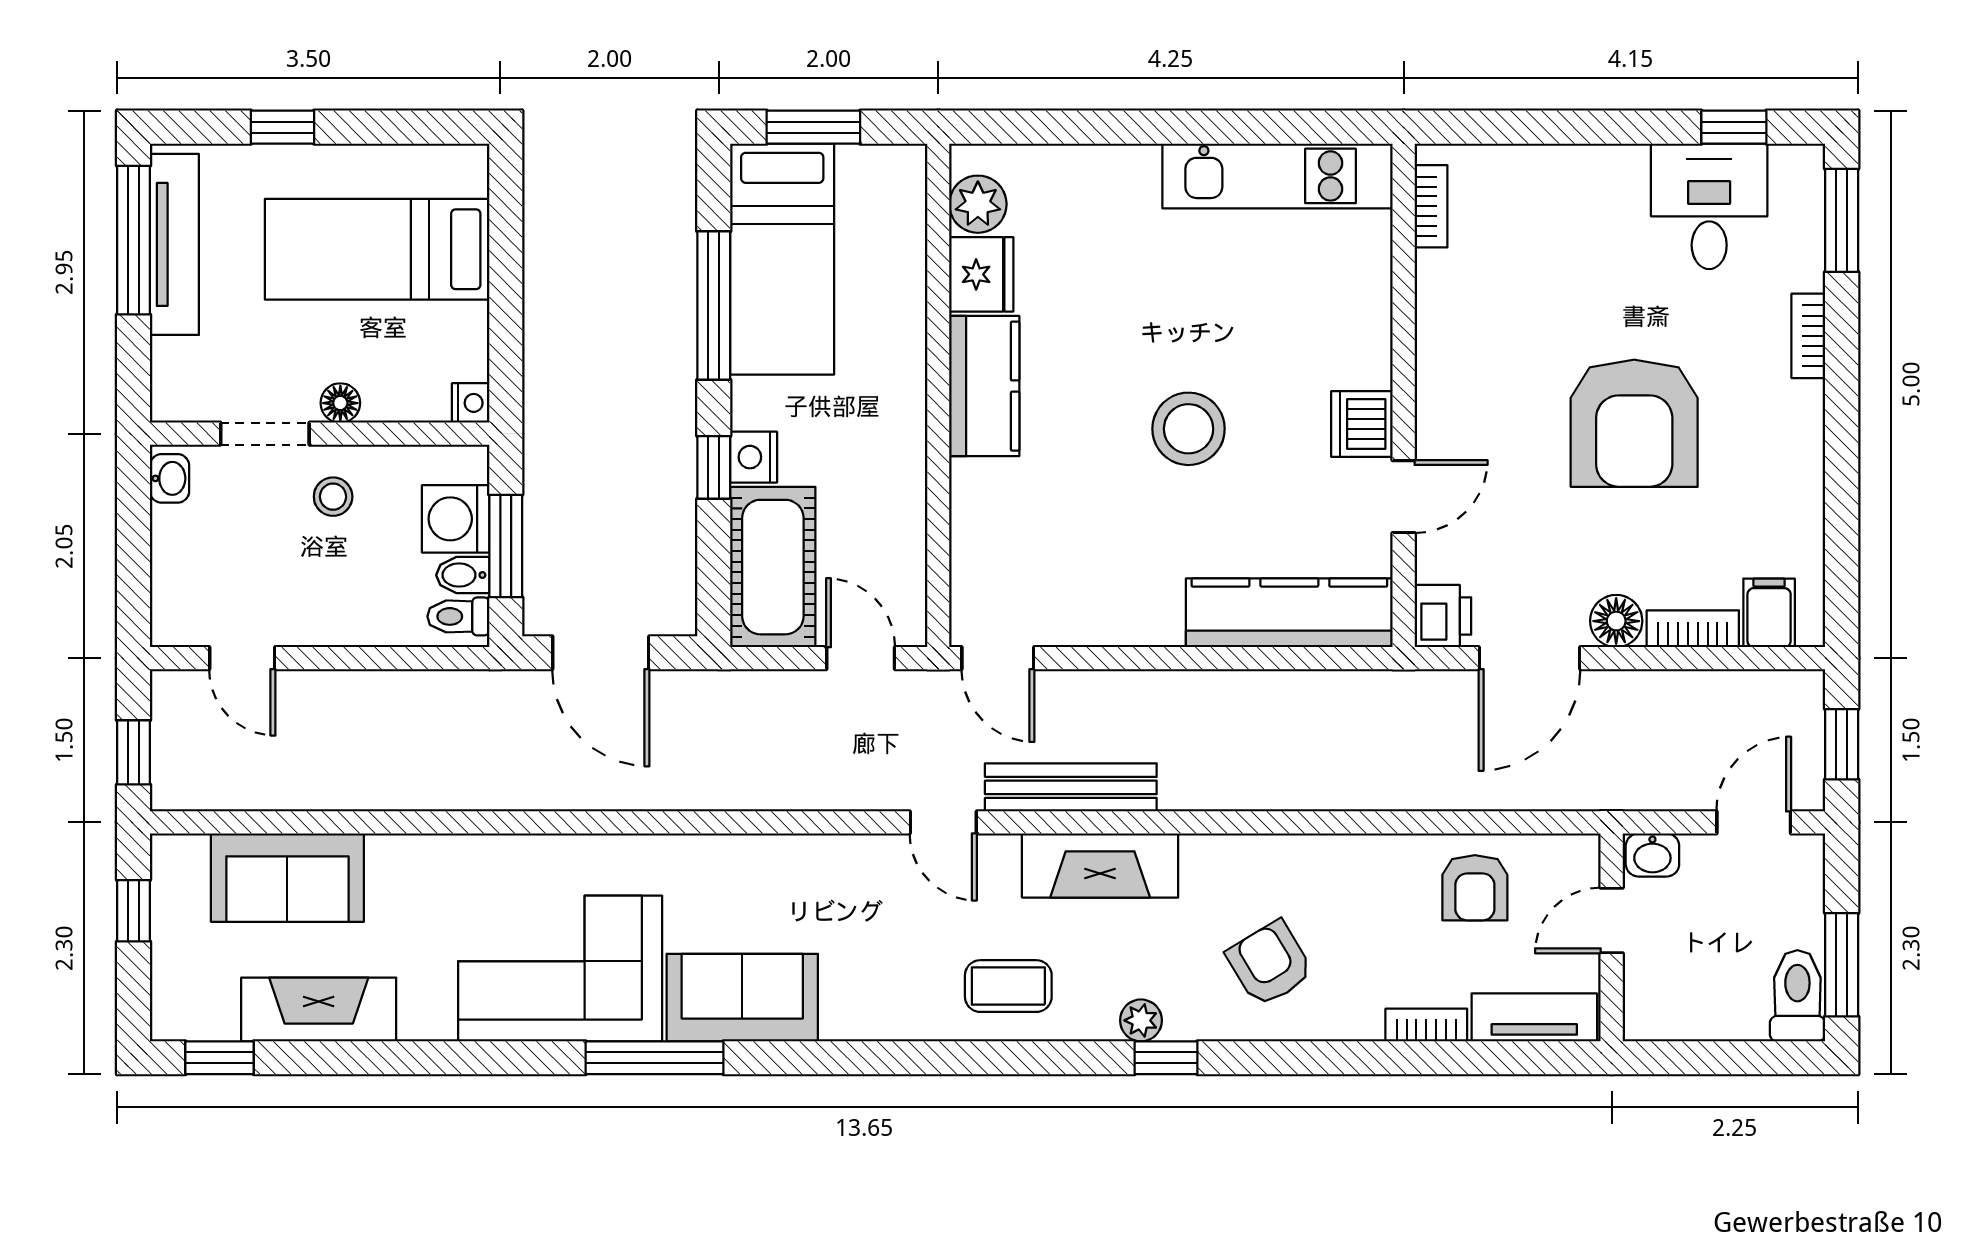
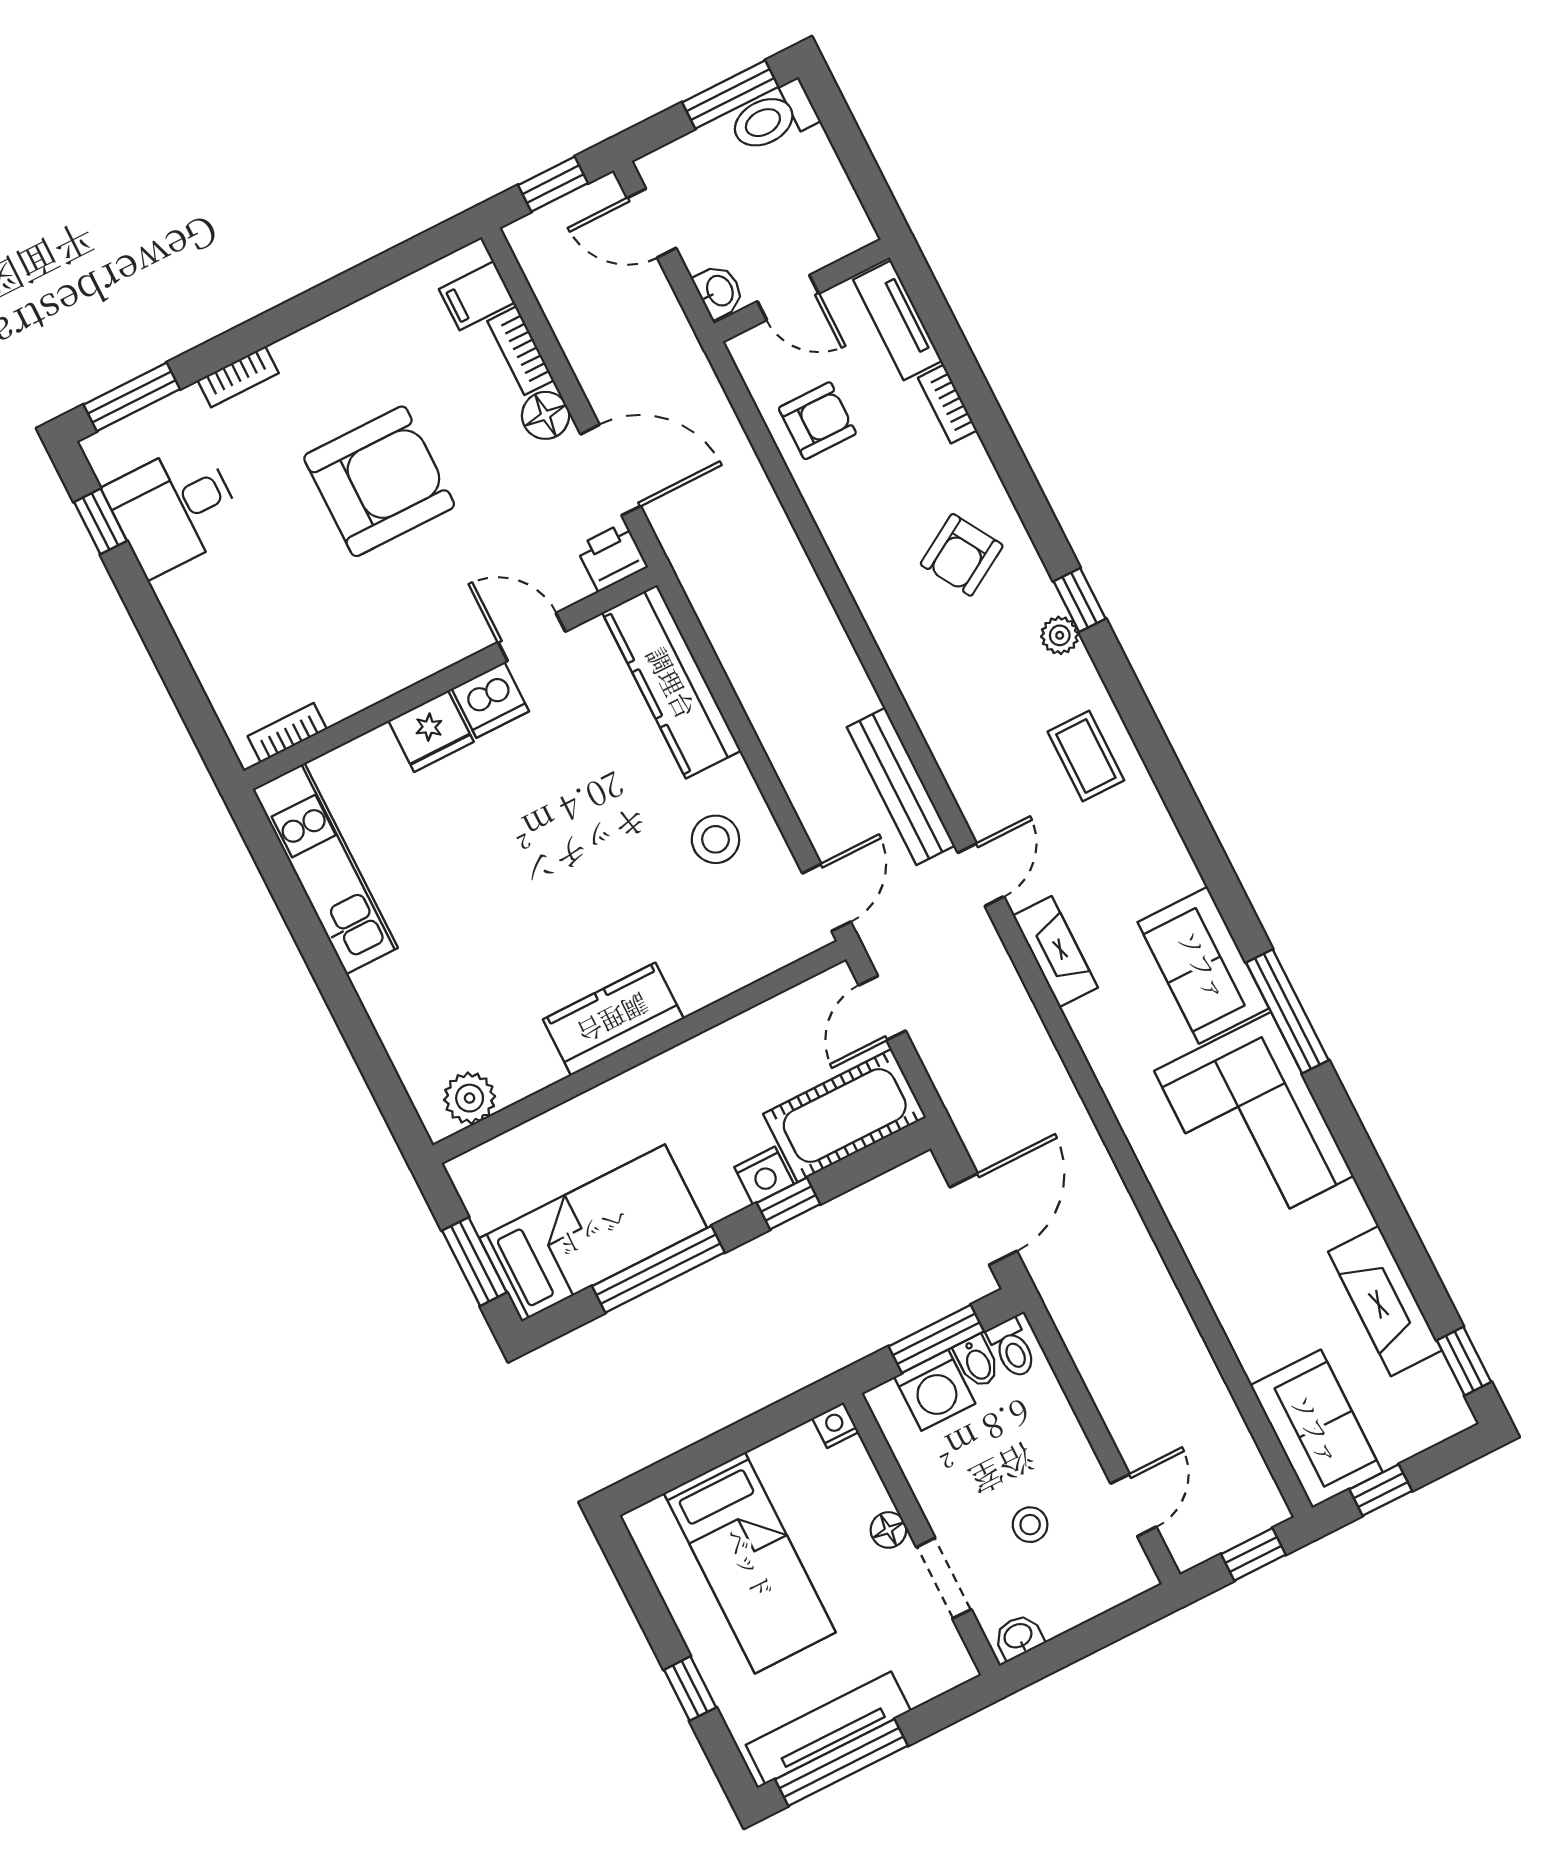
fridge: (981, 274) -> (431, 731), moved, turned 180
stool: (1189, 429) -> (715, 839), moved, width x0.73, depth x0.73
stool: (333, 497) -> (1030, 1525), moved
fireplace: (1100, 865) -> (1055, 952), moved, width x0.73, depth x0.76
sofa: (287, 878) -> (1316, 1429), moved

